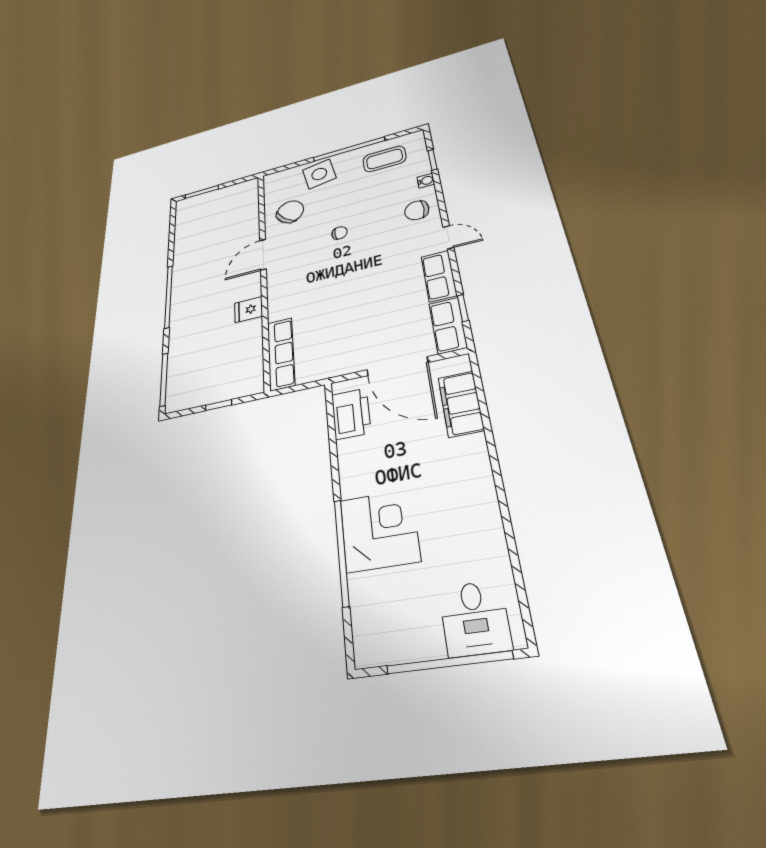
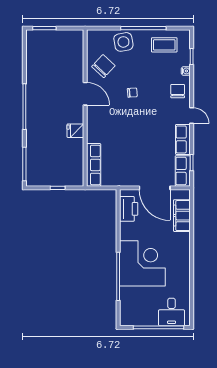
chair: (417, 210) -> (178, 91), turned 90
door: (263, 255) -> (85, 94), swing flipped
corner desk: (379, 530) -> (142, 263), width x1.36, depth x1.36

